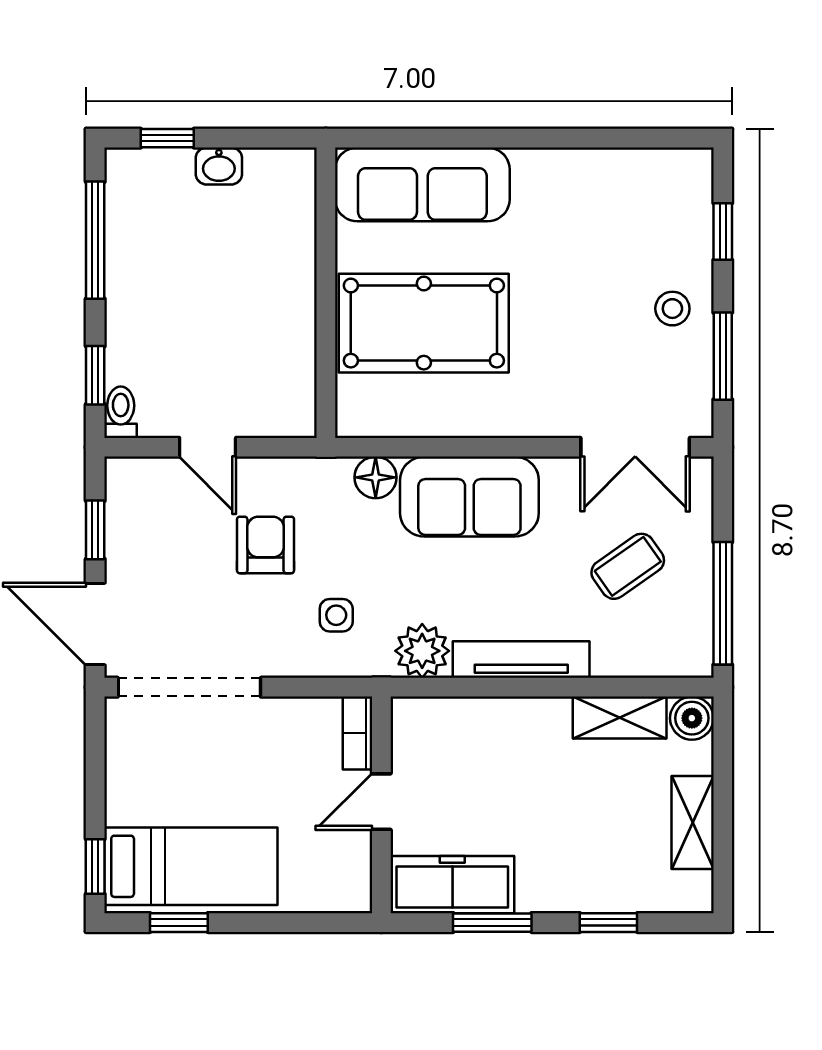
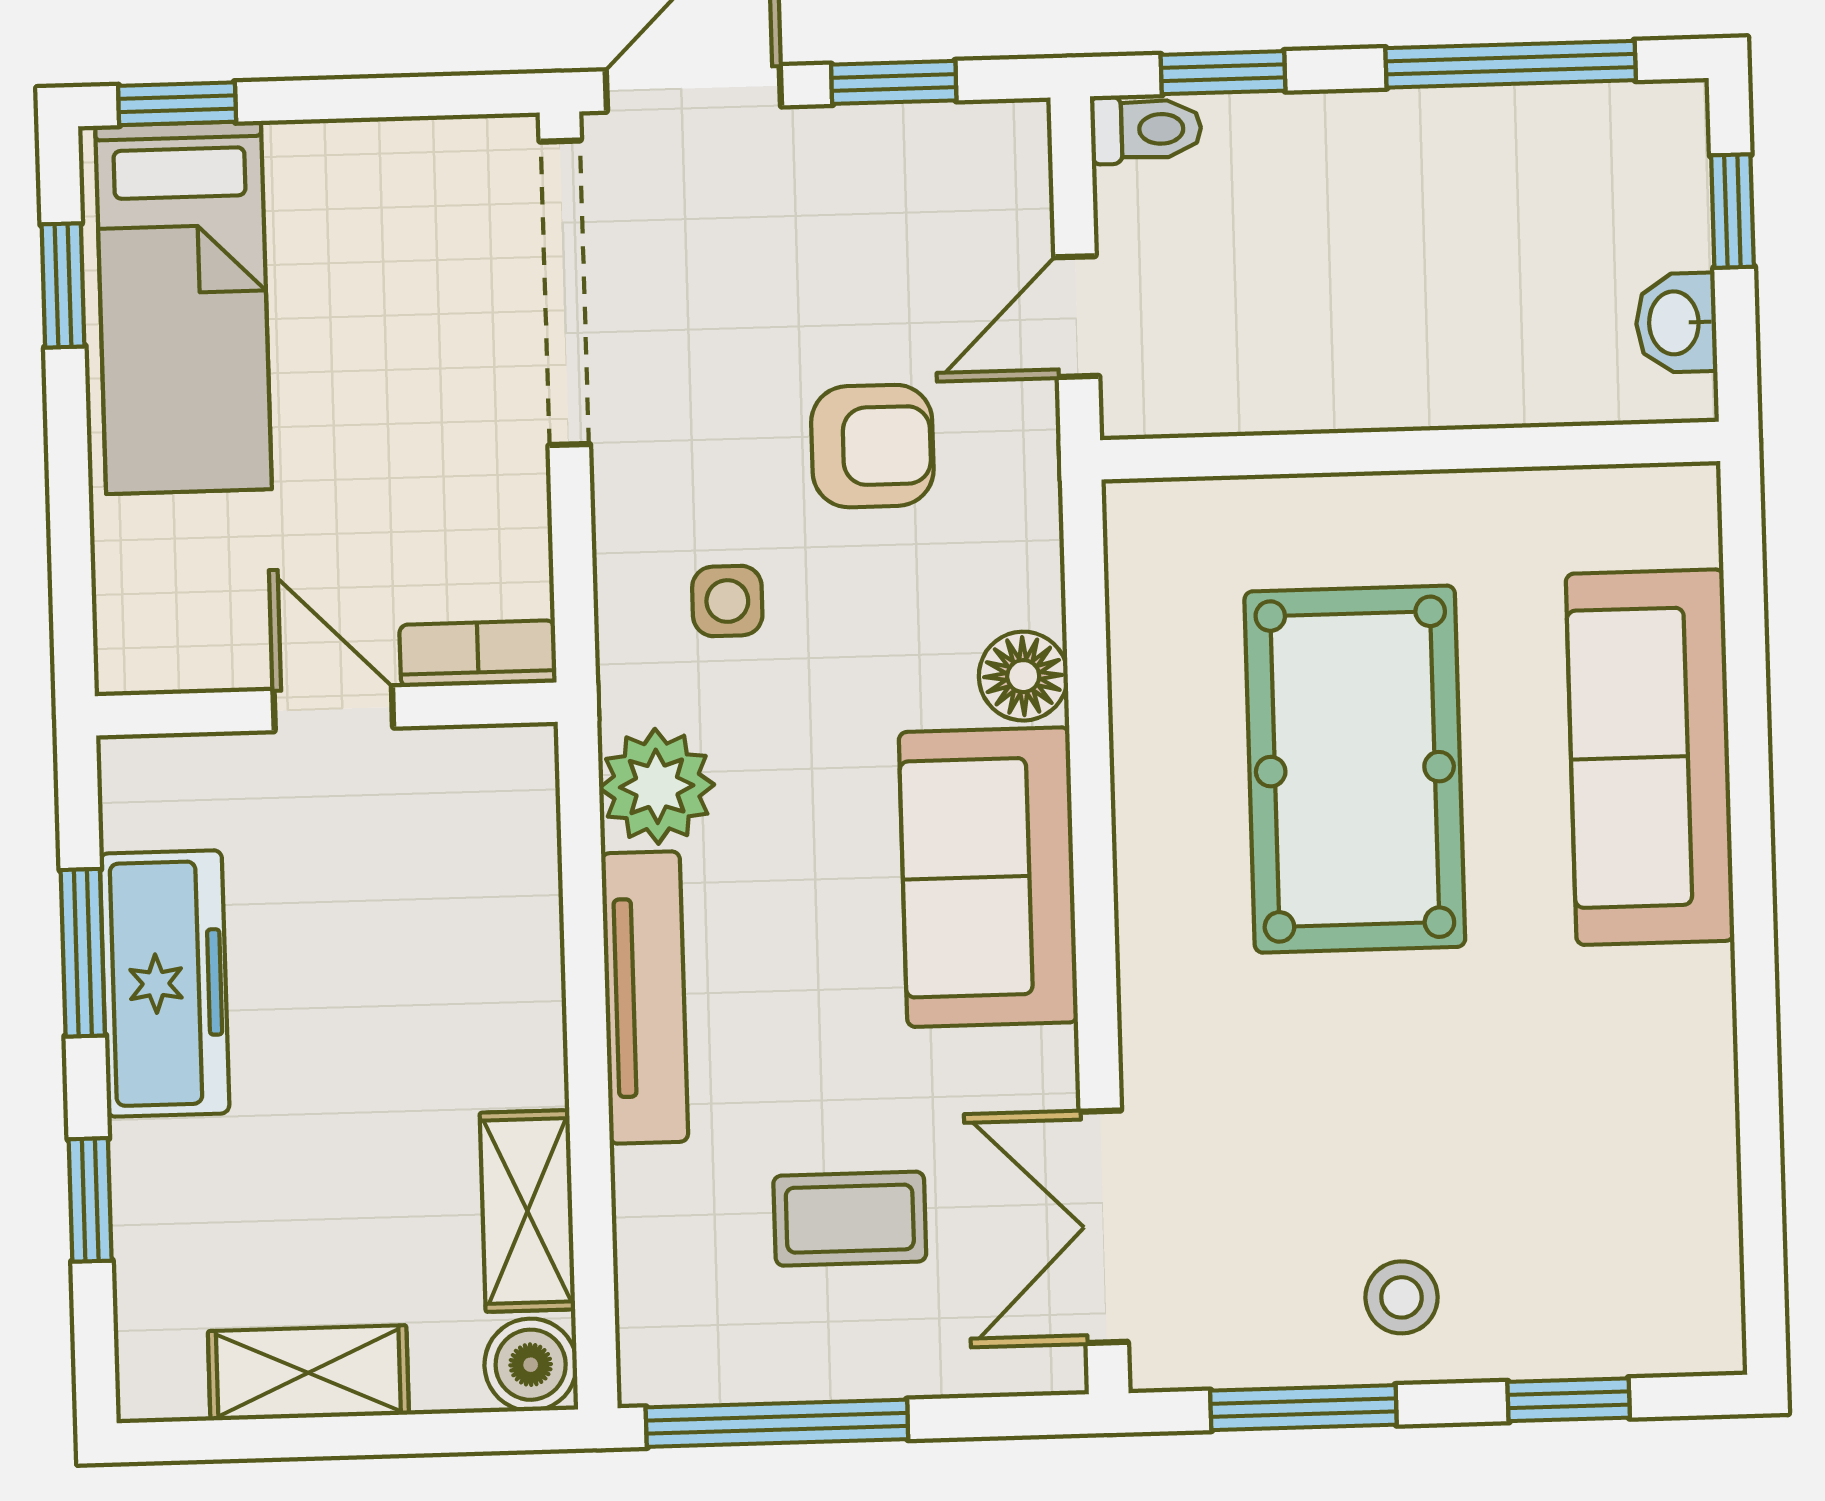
wall: (326, 293) -> (1410, 451), moved
coffee table: (628, 566) -> (850, 1219), turned -55
freezer: (452, 885) -> (165, 983), moved

